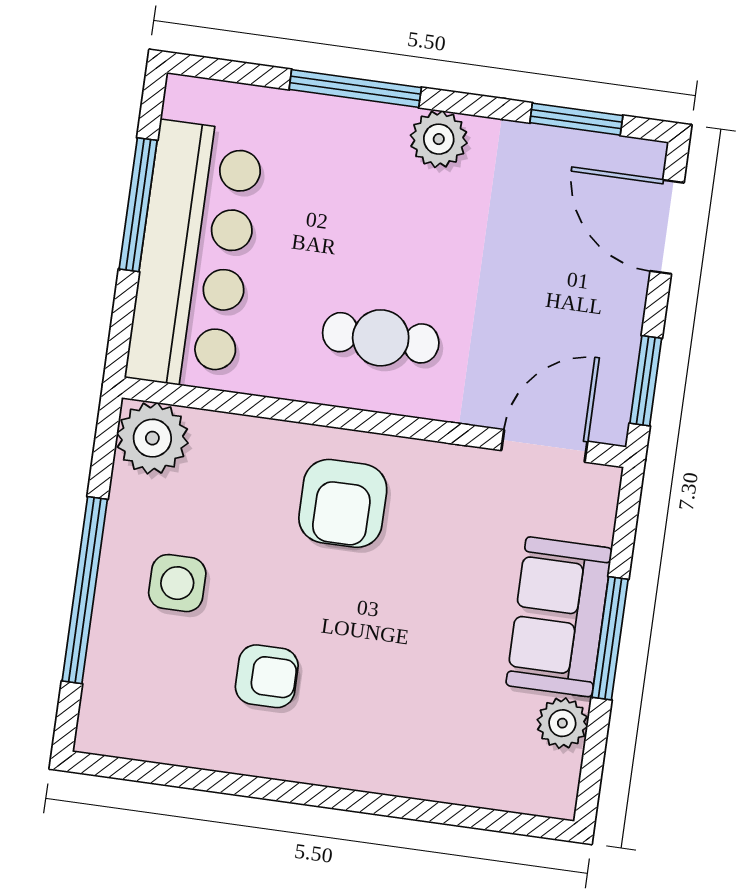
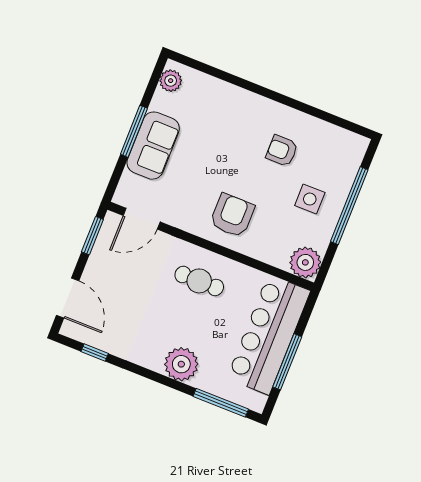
window: (355, 88) -> (221, 403), moved
window: (576, 119) -> (95, 353), width x0.67
plant: (439, 139) -> (181, 364), moved, width x1.36, depth x1.36
plant: (562, 723) -> (171, 81), moved

